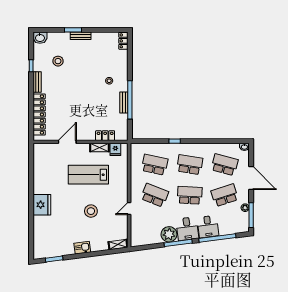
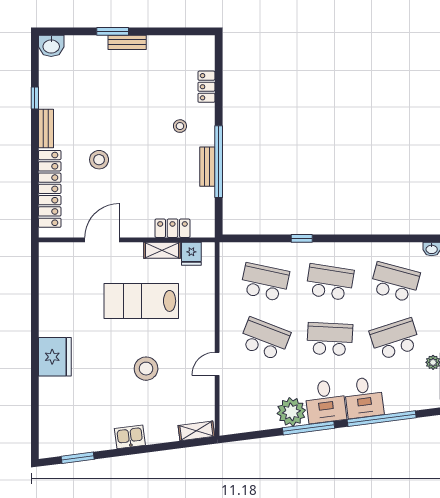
locker: (123, 41) -> (206, 87), moved
stool: (58, 61) -> (99, 160), moved

